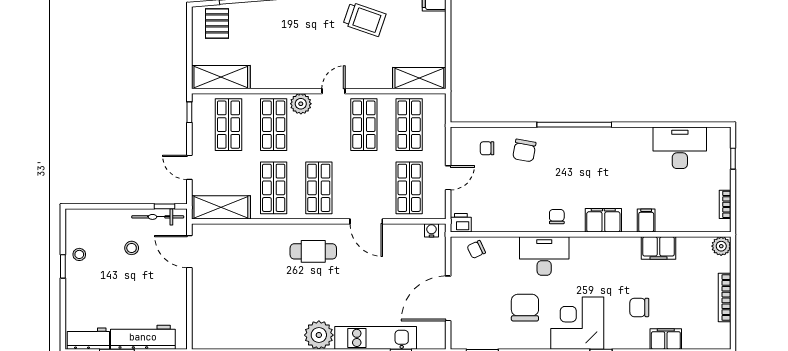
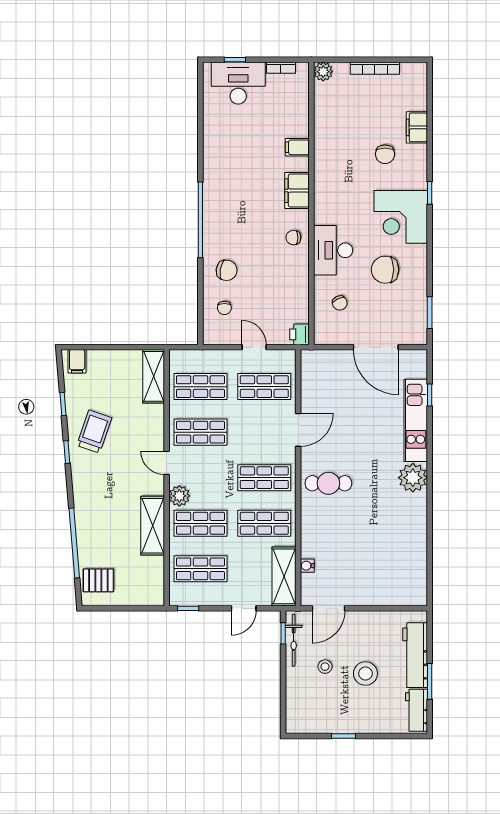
shelving: (221, 77) -> (153, 526), moved
desk: (680, 148) -> (238, 83), moved, turned 90
water cooler: (432, 230) -> (307, 566), moved
filing cabinet: (658, 248) -> (325, 135), removed
chair: (476, 249) -> (340, 303), moved
cafe table: (313, 251) -> (328, 483), turned 90
stool: (79, 254) -> (365, 673), moved, width x1.89, depth x1.89

